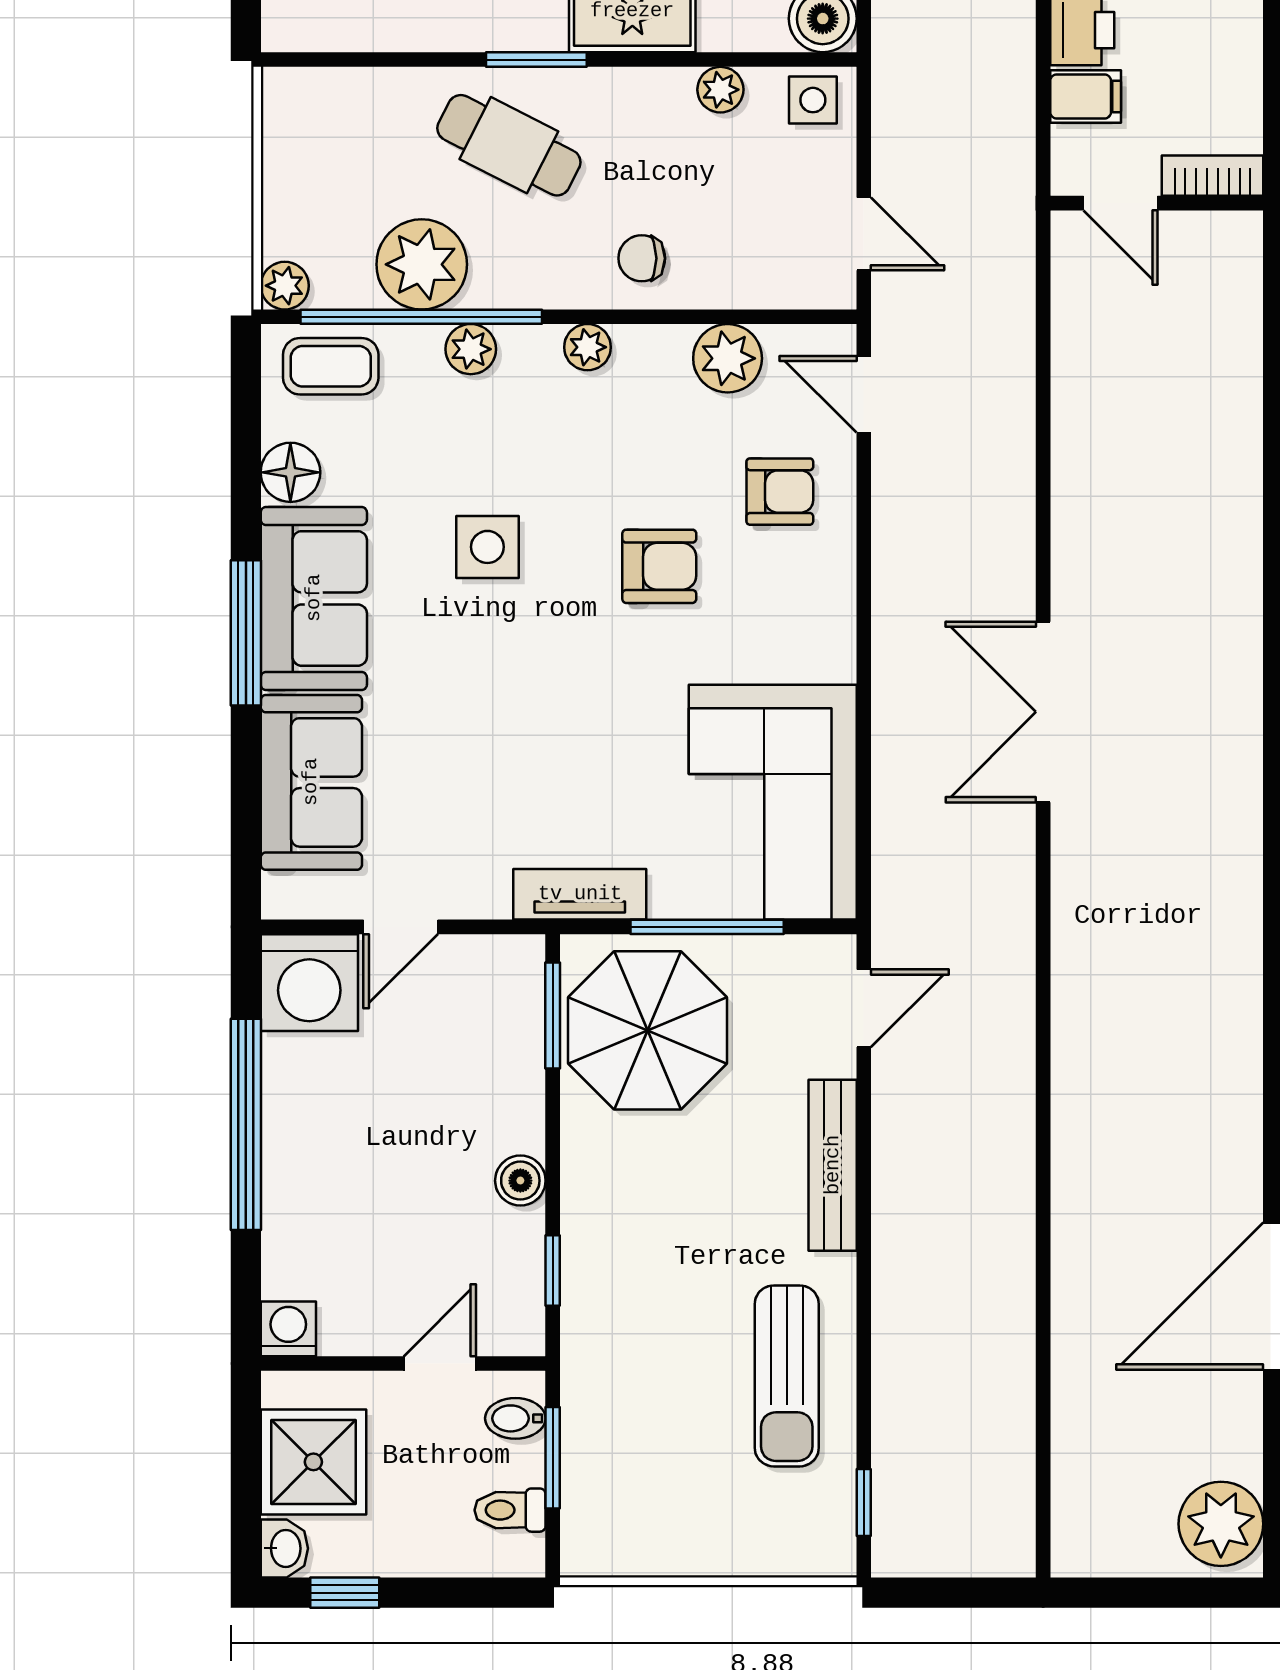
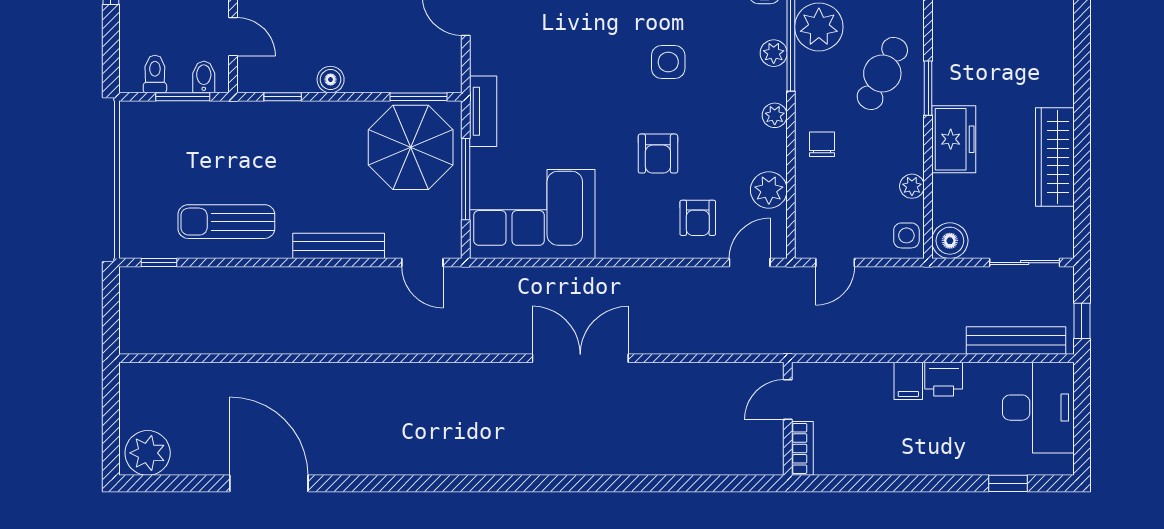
bookcase: (1213, 176) -> (802, 448), moved
door: (1121, 203) -> (788, 399), moved
wall: (1157, 203) -> (788, 419), moved

